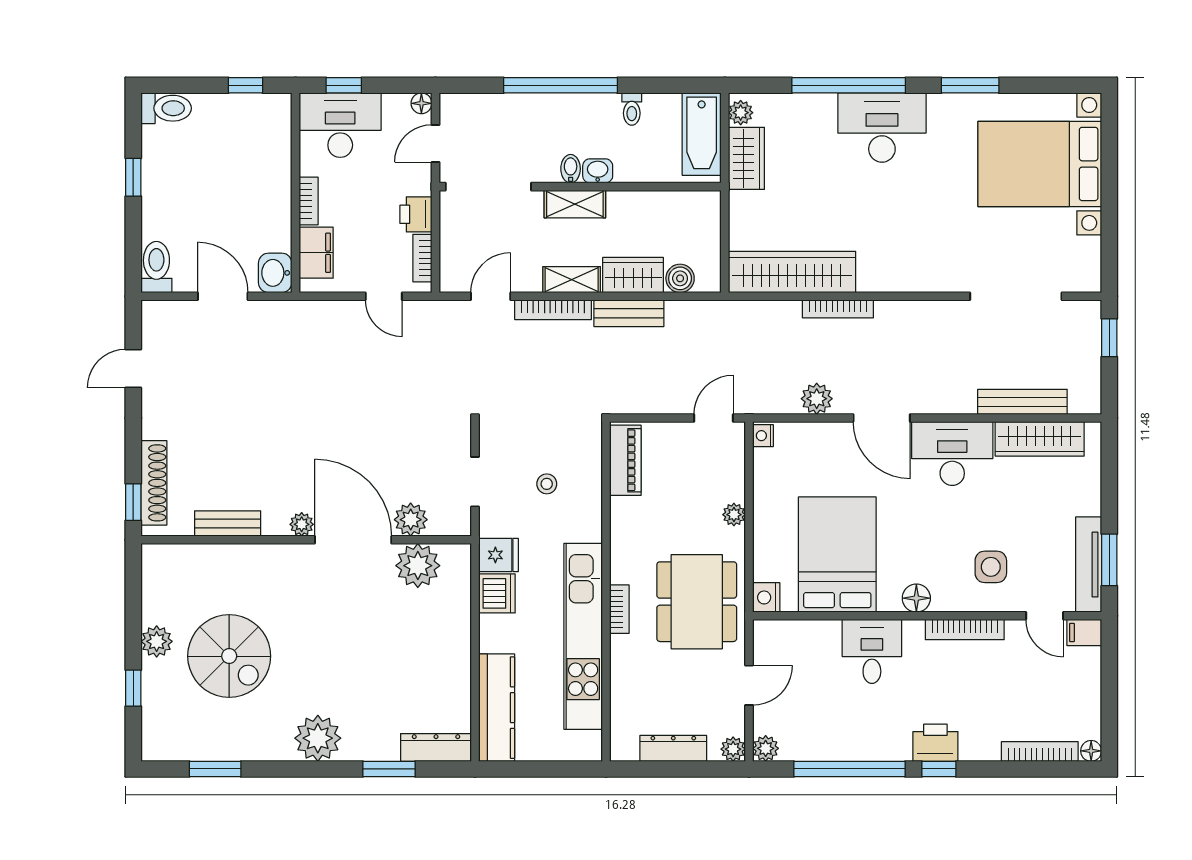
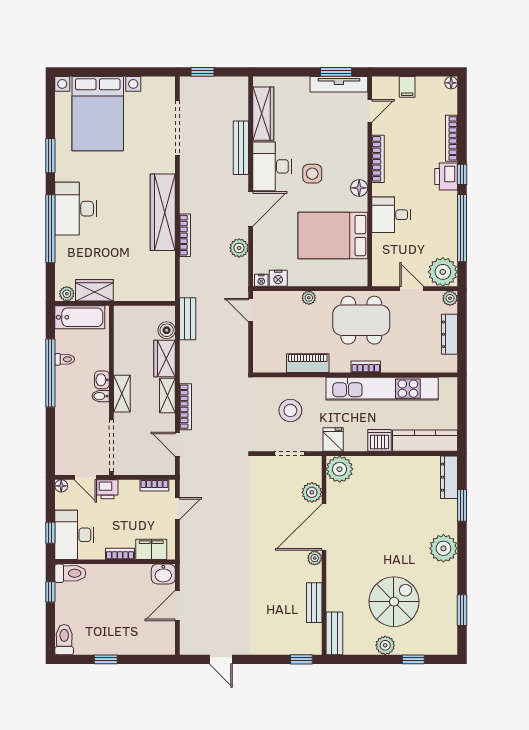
window: (561, 85) -> (50, 373), moved
printer: (416, 214) -> (107, 489), moved
toilet: (156, 267) -> (70, 573), moved, turned 180
wardrobe: (792, 272) -> (163, 212), moved
bench: (629, 313) -> (188, 319), moved
bench: (1022, 402) -> (241, 148), moved
piano: (625, 460) -> (308, 363), moved
shoe rack: (154, 483) -> (290, 647), removed
stool: (547, 484) -> (290, 410), width x1.89, depth x1.89
bench: (177, 557) -> (334, 633), added
plant: (418, 566) -> (340, 469), moved
side table: (991, 567) -> (312, 174), moved
dishwasher: (497, 593) -> (380, 440), moved
nightstand: (766, 597) -> (278, 278), moved
filing cabinet: (1084, 633) -> (407, 87), moved
plant: (766, 748) -> (443, 272), width x1.88, depth x1.88
bookcase: (1040, 751) -> (451, 138), moved

